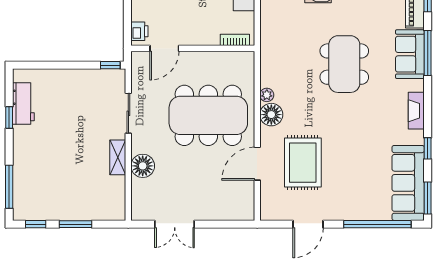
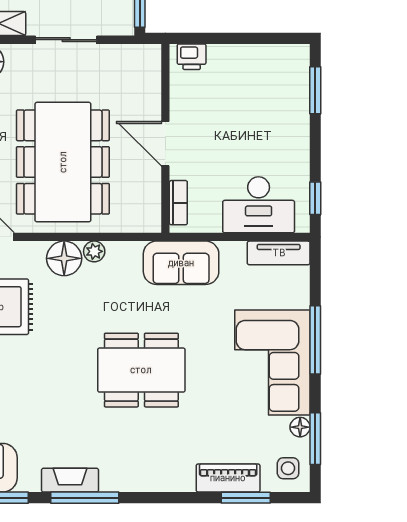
door: (164, 48) -> (165, 144), moved
window: (428, 53) -> (85, 498), moved
sofa: (410, 54) -> (181, 263), moved, turned 180

